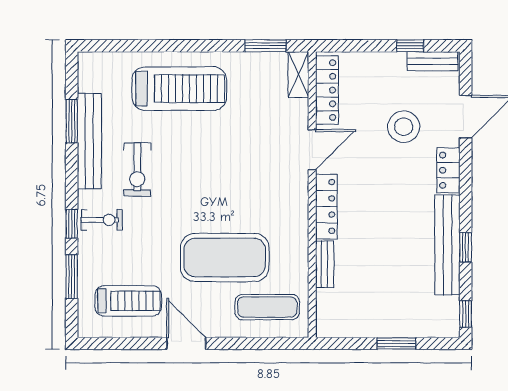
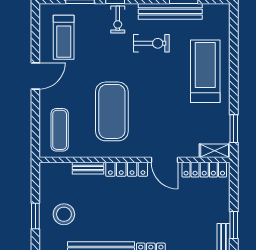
window: (410, 46) -> (234, 225), width x1.50
treadmill: (179, 89) -> (205, 71), turned 180
stool: (404, 127) -> (64, 214), moved
exercise bike: (137, 169) -> (151, 43), turned 180
exercise mat: (225, 258) -> (112, 111), moved

